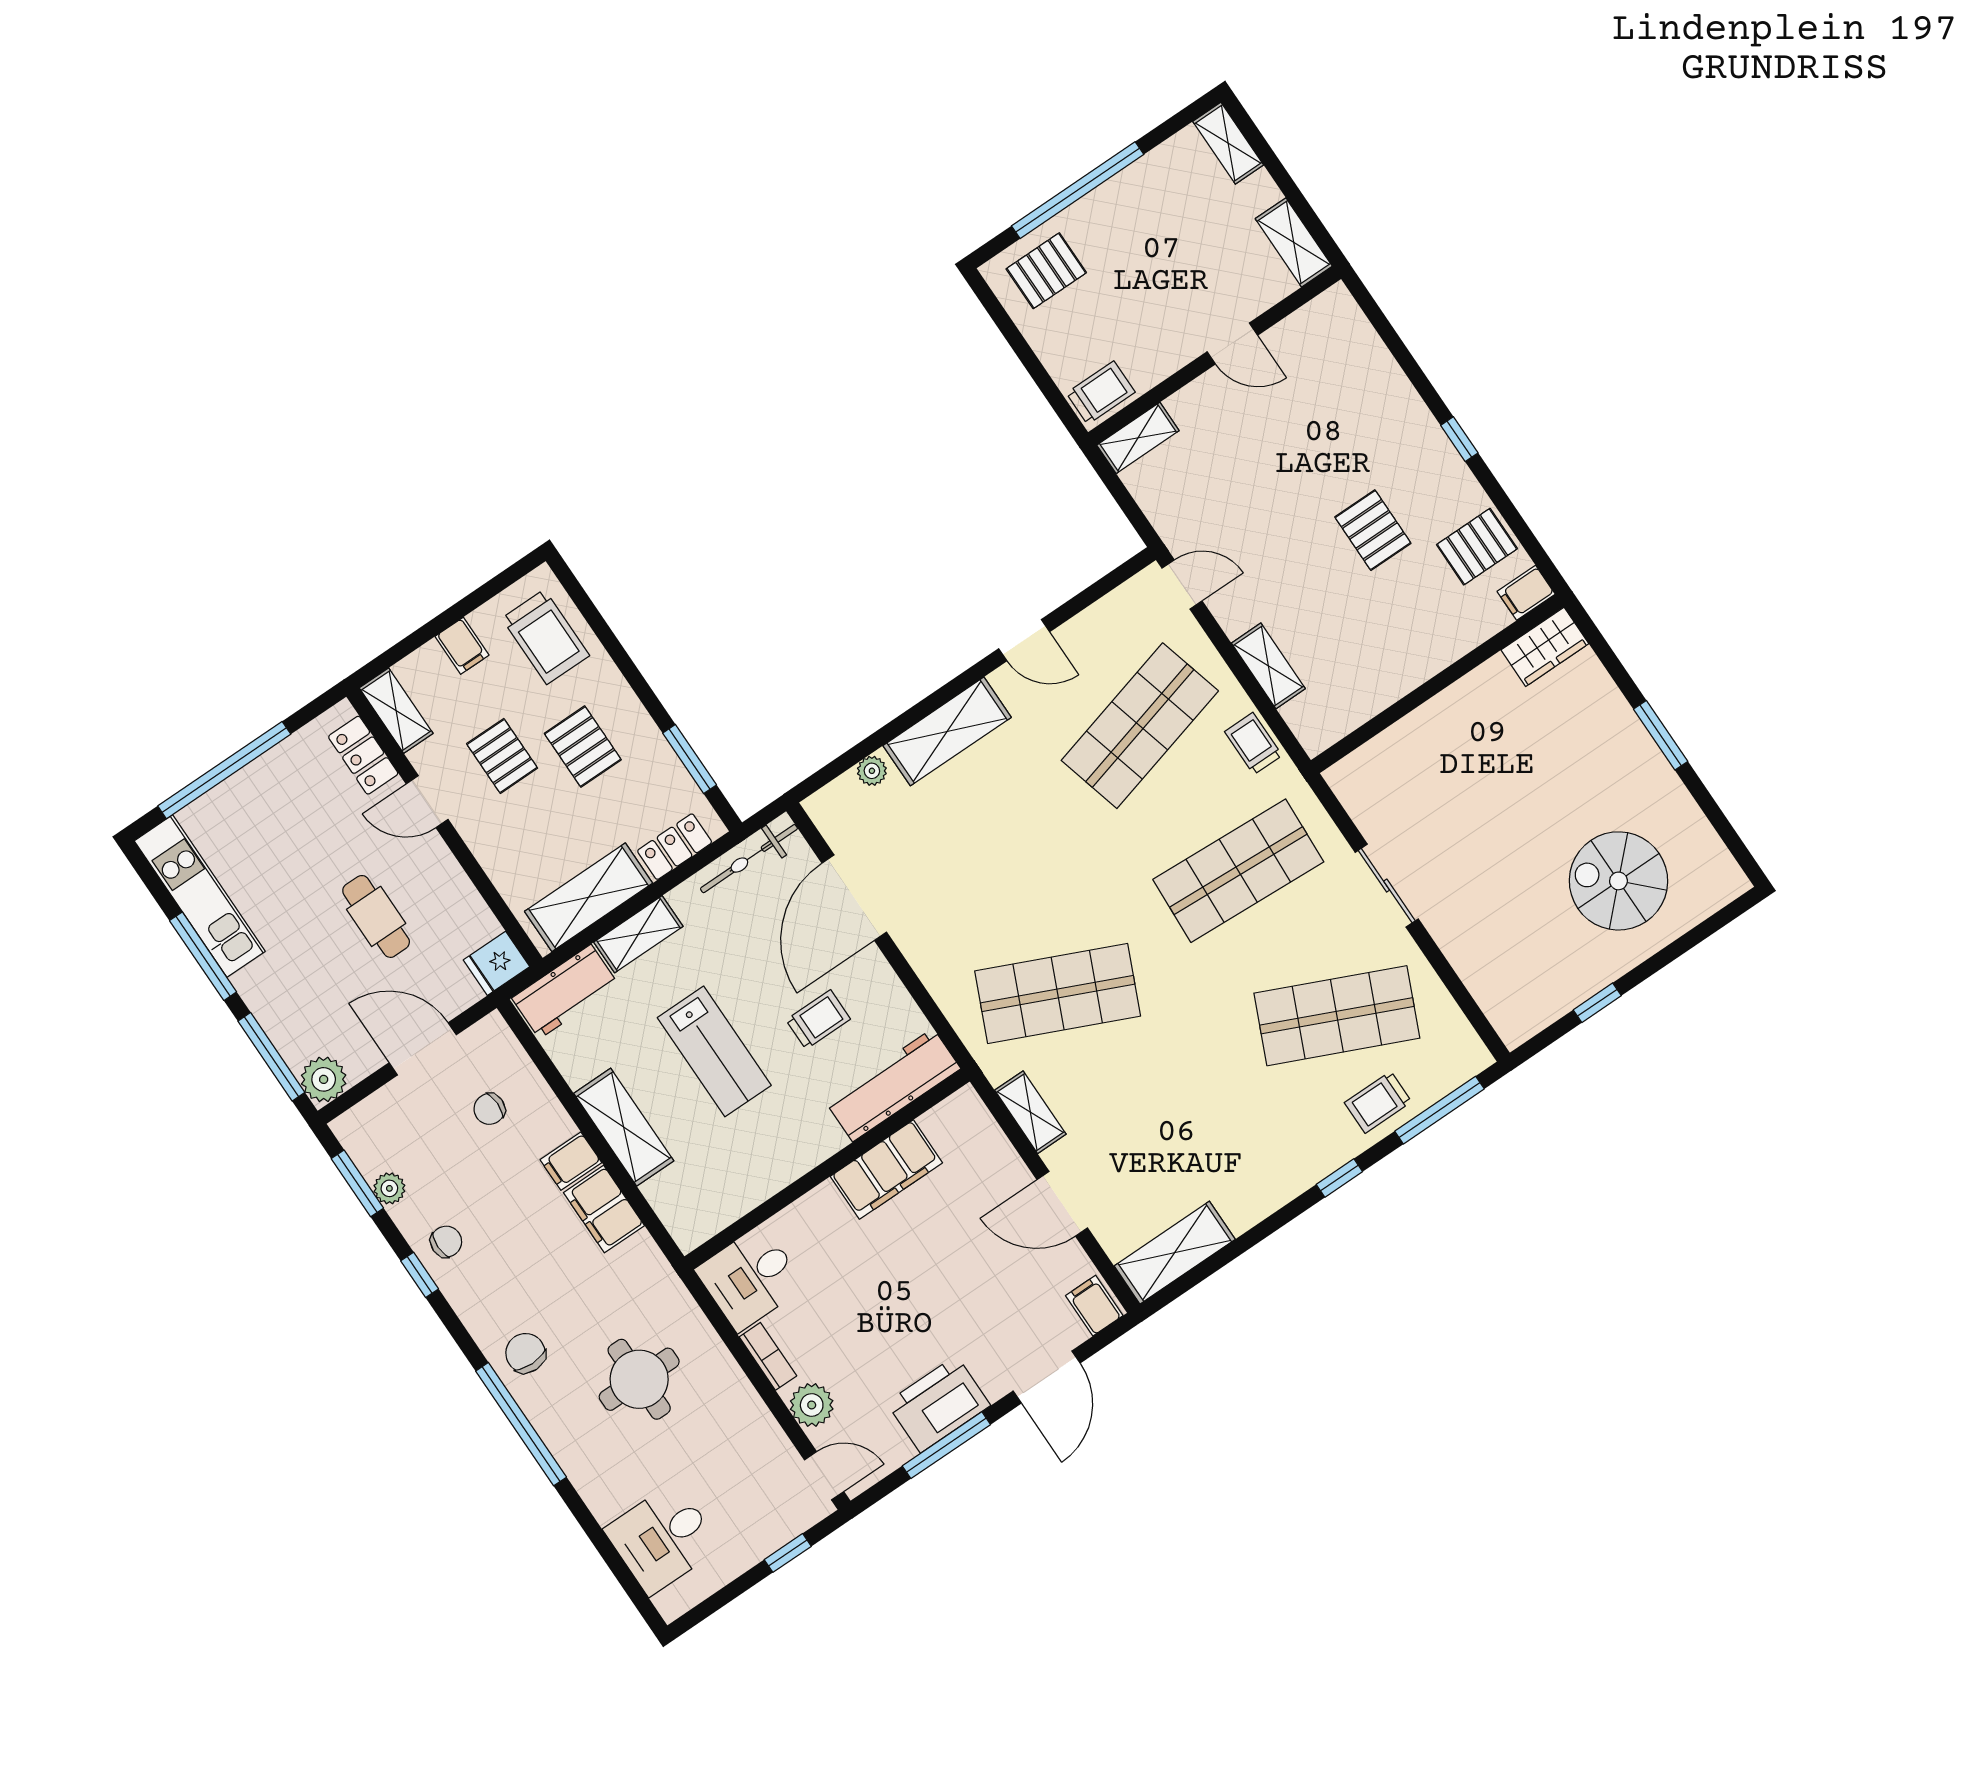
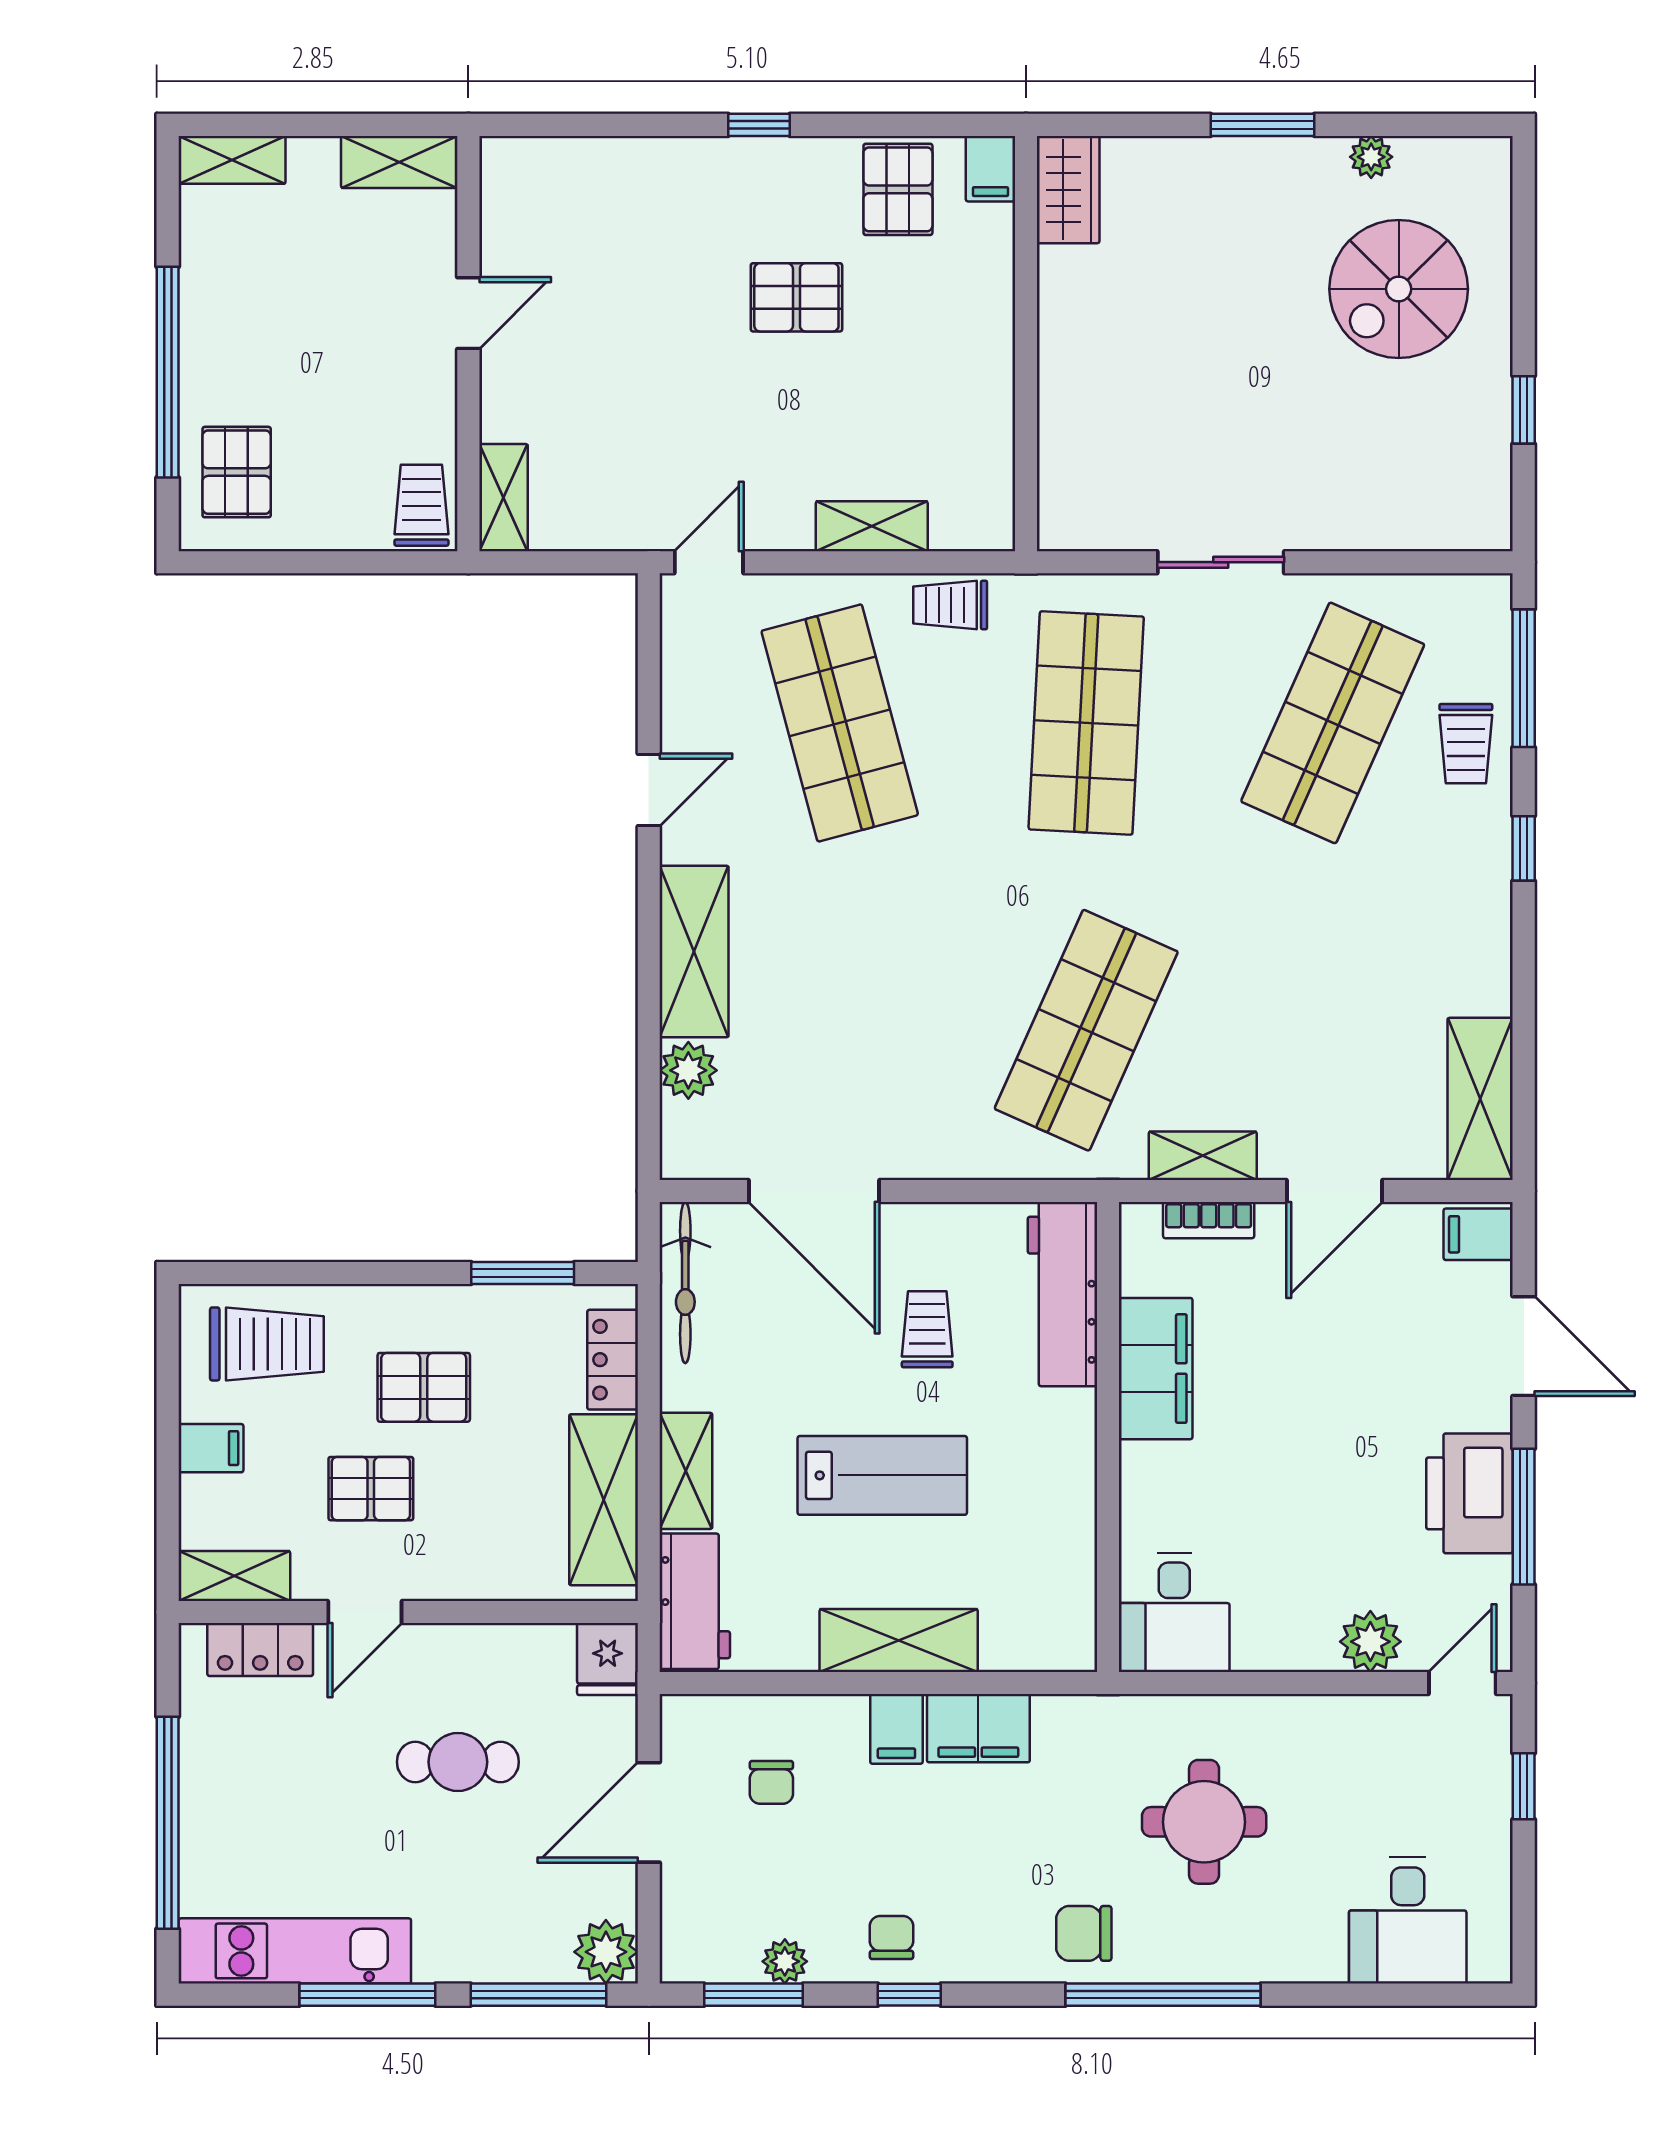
plant: (872, 771) -> (688, 1070), width x1.38, depth x1.38
plant: (1685, 812) -> (1371, 157), added
bookcase: (768, 1356) -> (1209, 1220), moved, turned 180

